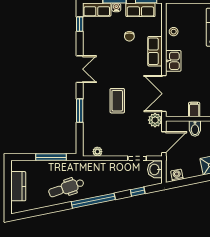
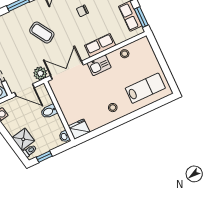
chair: (129, 36) -> (82, 11), moved
coffee table: (117, 101) -> (42, 33), turned 58
filing cabinet: (194, 109) -> (65, 103), removed

